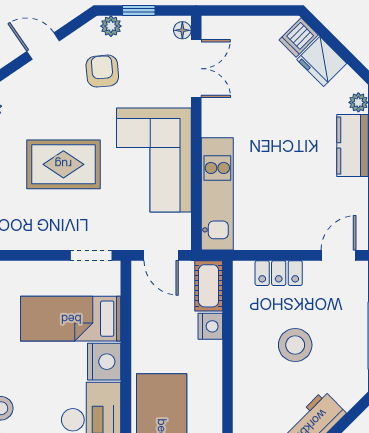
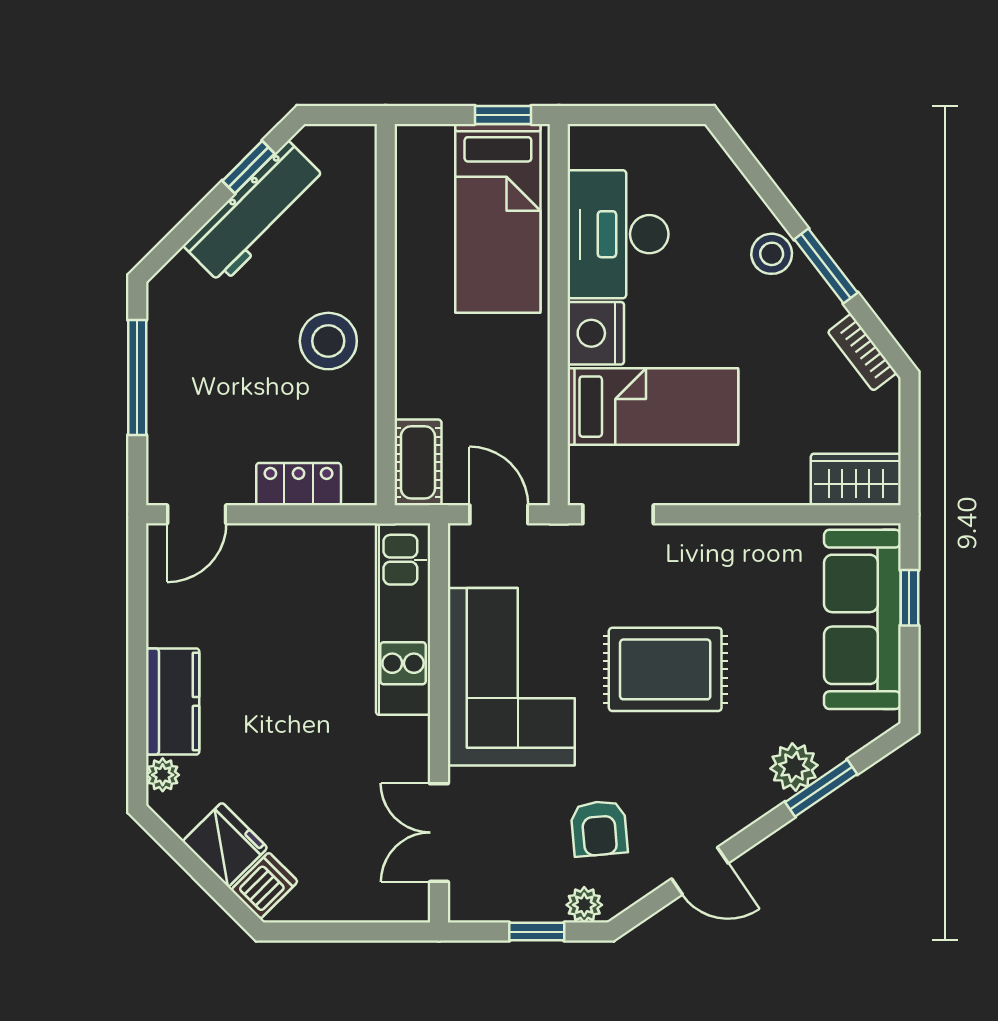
floor lamp: (182, 30) -> (463, 898), removed
nightstand: (210, 326) -> (415, 393), removed
stool: (295, 345) -> (328, 341), moved

